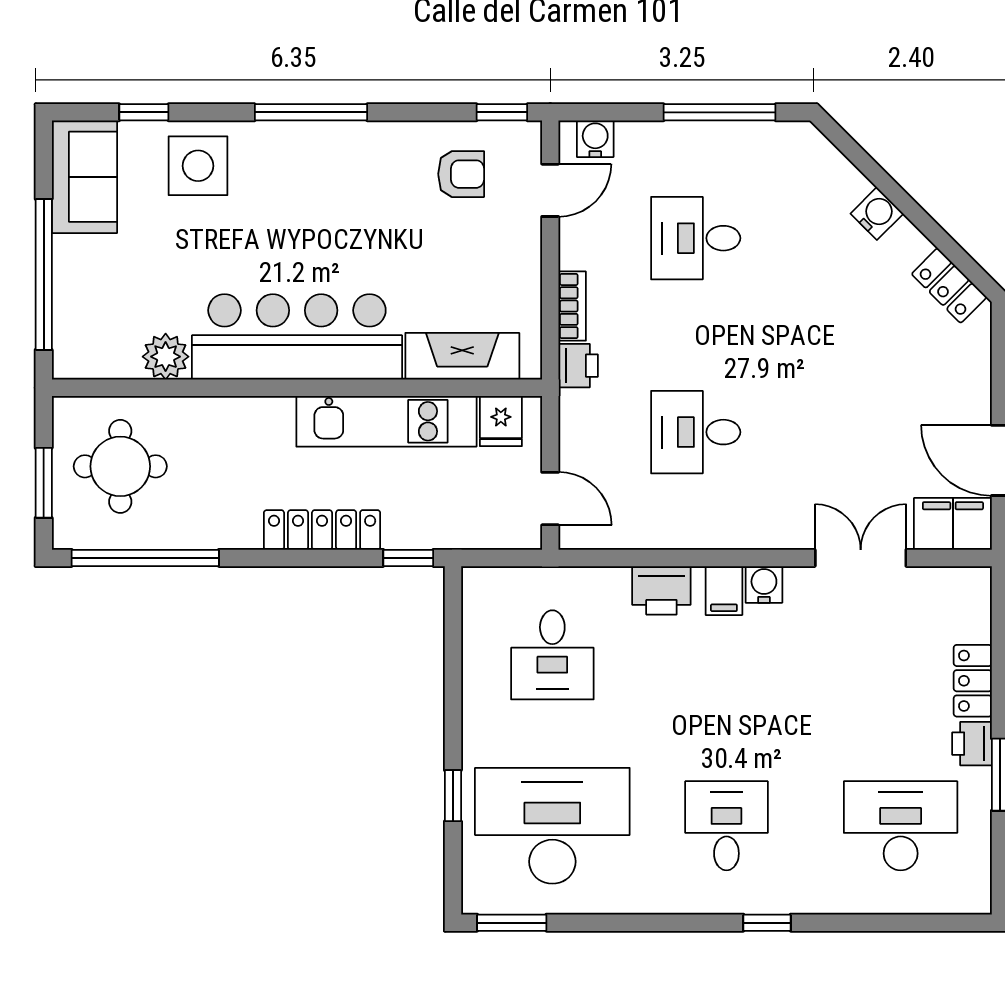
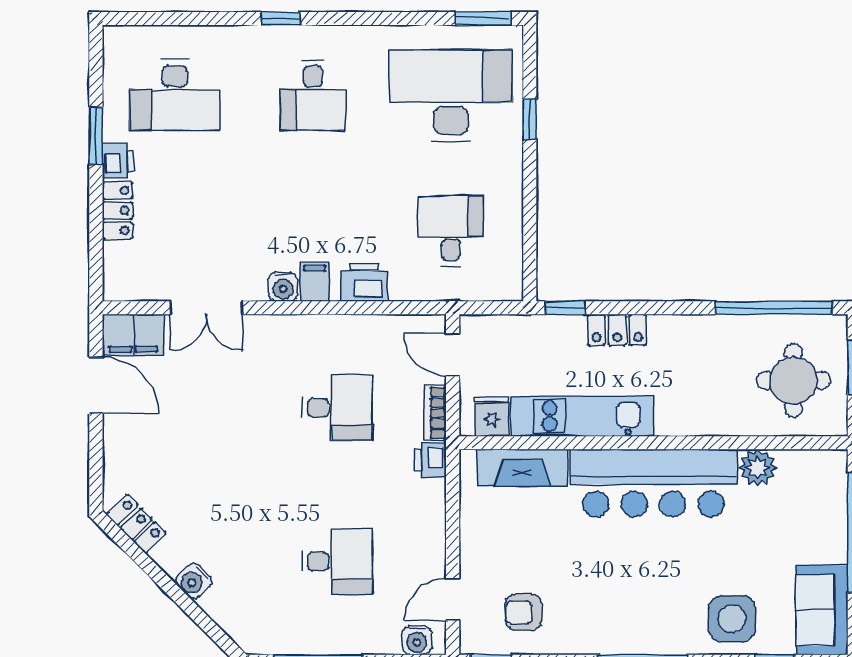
bookcase: (572, 306) -> (435, 413), moved
locker: (322, 530) -> (617, 330), width x0.66
desk: (552, 826) -> (451, 95), turned 180

